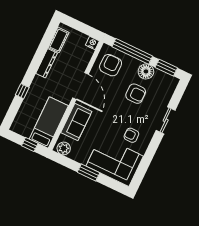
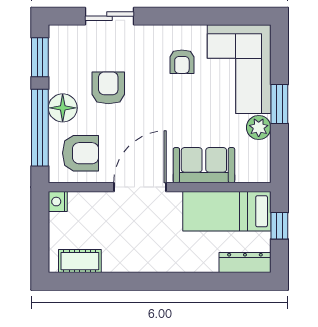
dresser: (47, 63) -> (245, 263), moved
armchair: (111, 65) -> (81, 153), turned 180
floor lamp: (146, 71) -> (63, 108), moved
window: (22, 91) -> (195, 281), removed
sliding door: (166, 120) -> (109, 16), moved
plant: (64, 148) -> (259, 127), moved

